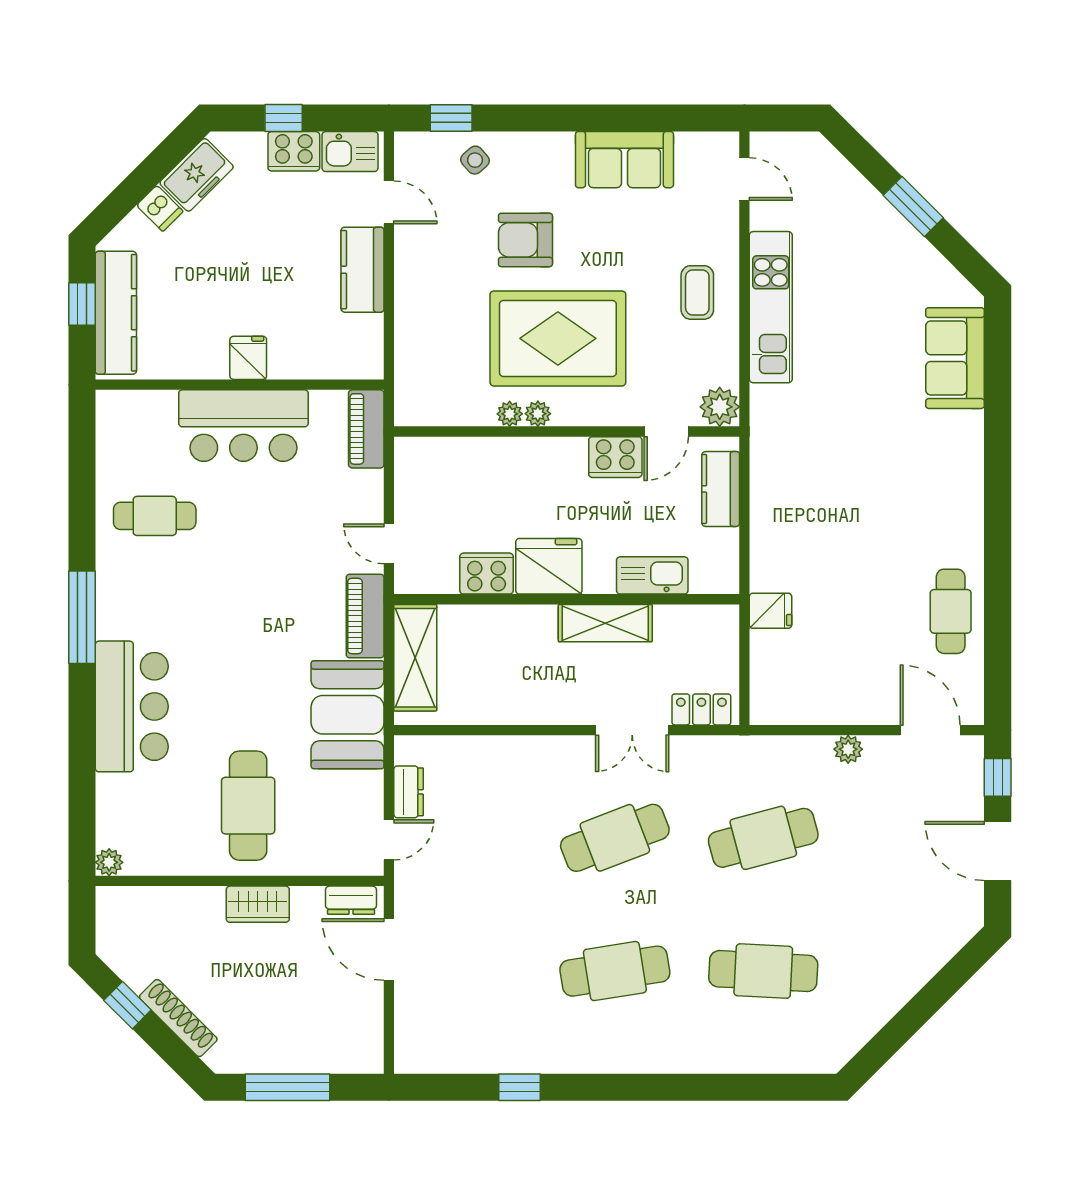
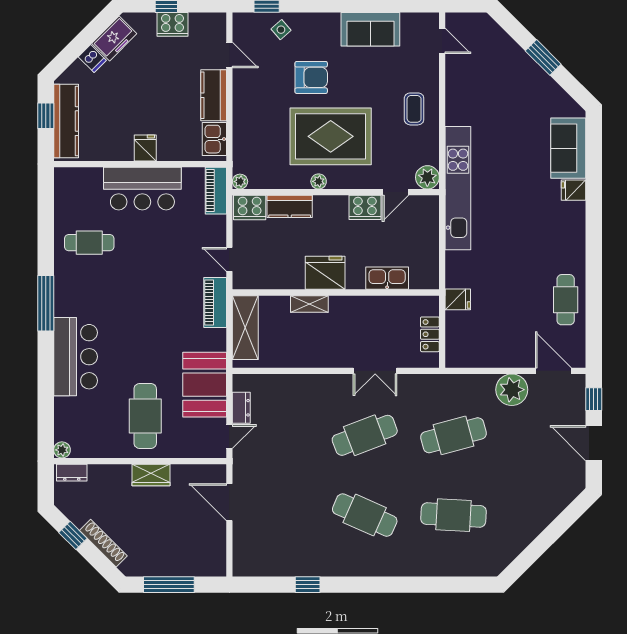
kitchen sink: (350, 152) -> (214, 139), moved, turned 90
armchair: (525, 240) -> (311, 77), turned 180
kitchen unit: (771, 307) -> (458, 188), moved, width x1.36
plant: (510, 414) -> (240, 182), moved
fridge: (964, 428) -> (574, 190), added
kitchen counter: (721, 489) -> (290, 206), moved, turned -90
cooker: (487, 574) -> (250, 207), moved, turned 180
shelving: (605, 623) -> (309, 304), moved, width x0.67, depth x0.75
locker: (701, 709) -> (430, 334), moved, turned -90
booth: (348, 715) -> (205, 385), moved
plant: (848, 749) -> (512, 390), width x1.88, depth x1.88
dresser: (351, 900) -> (72, 473), moved
cafe table: (615, 971) -> (365, 515), turned 33

